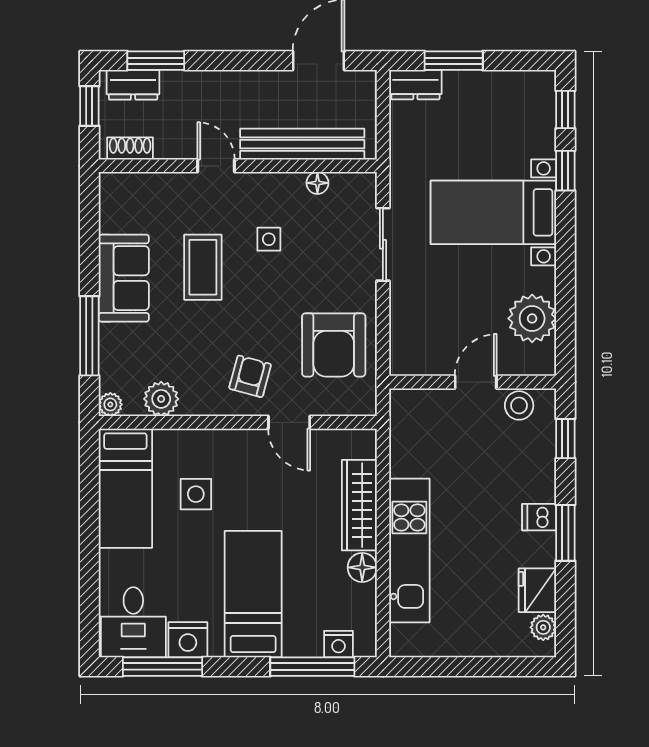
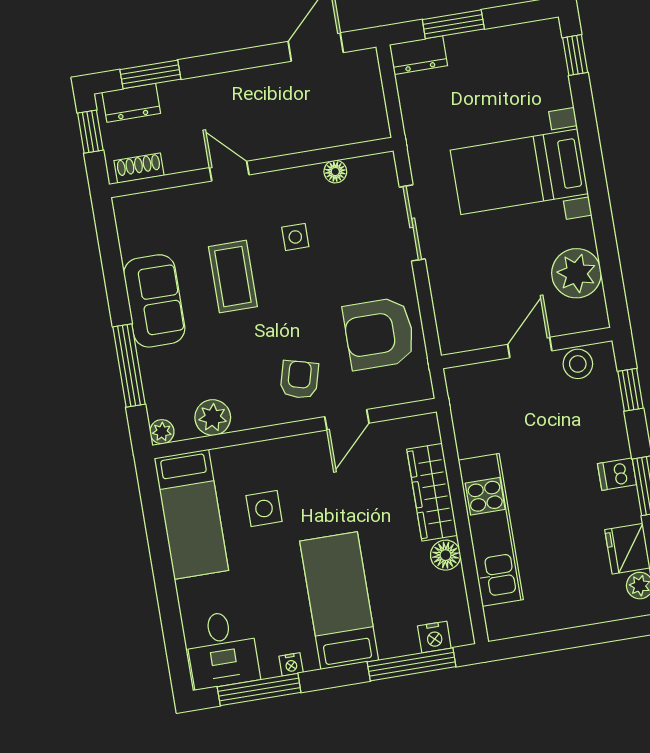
bench: (302, 144) -> (313, 135), removed
window: (565, 171) -> (585, 117), removed
armchair: (334, 345) -> (379, 334), turned 90
door: (289, 422) -> (347, 420), hinge flipped
nightstand: (188, 640) -> (291, 664), width x0.53, depth x0.56

